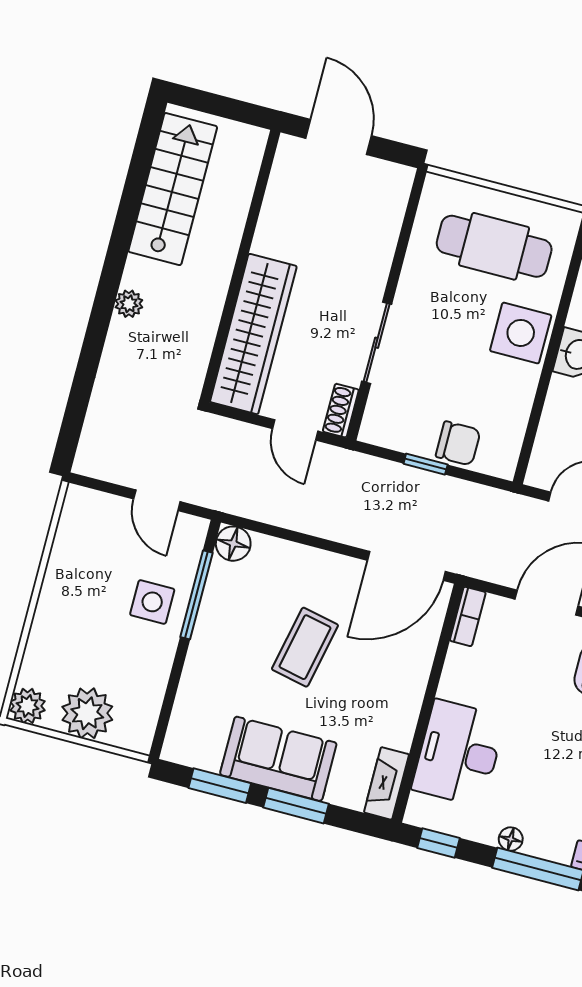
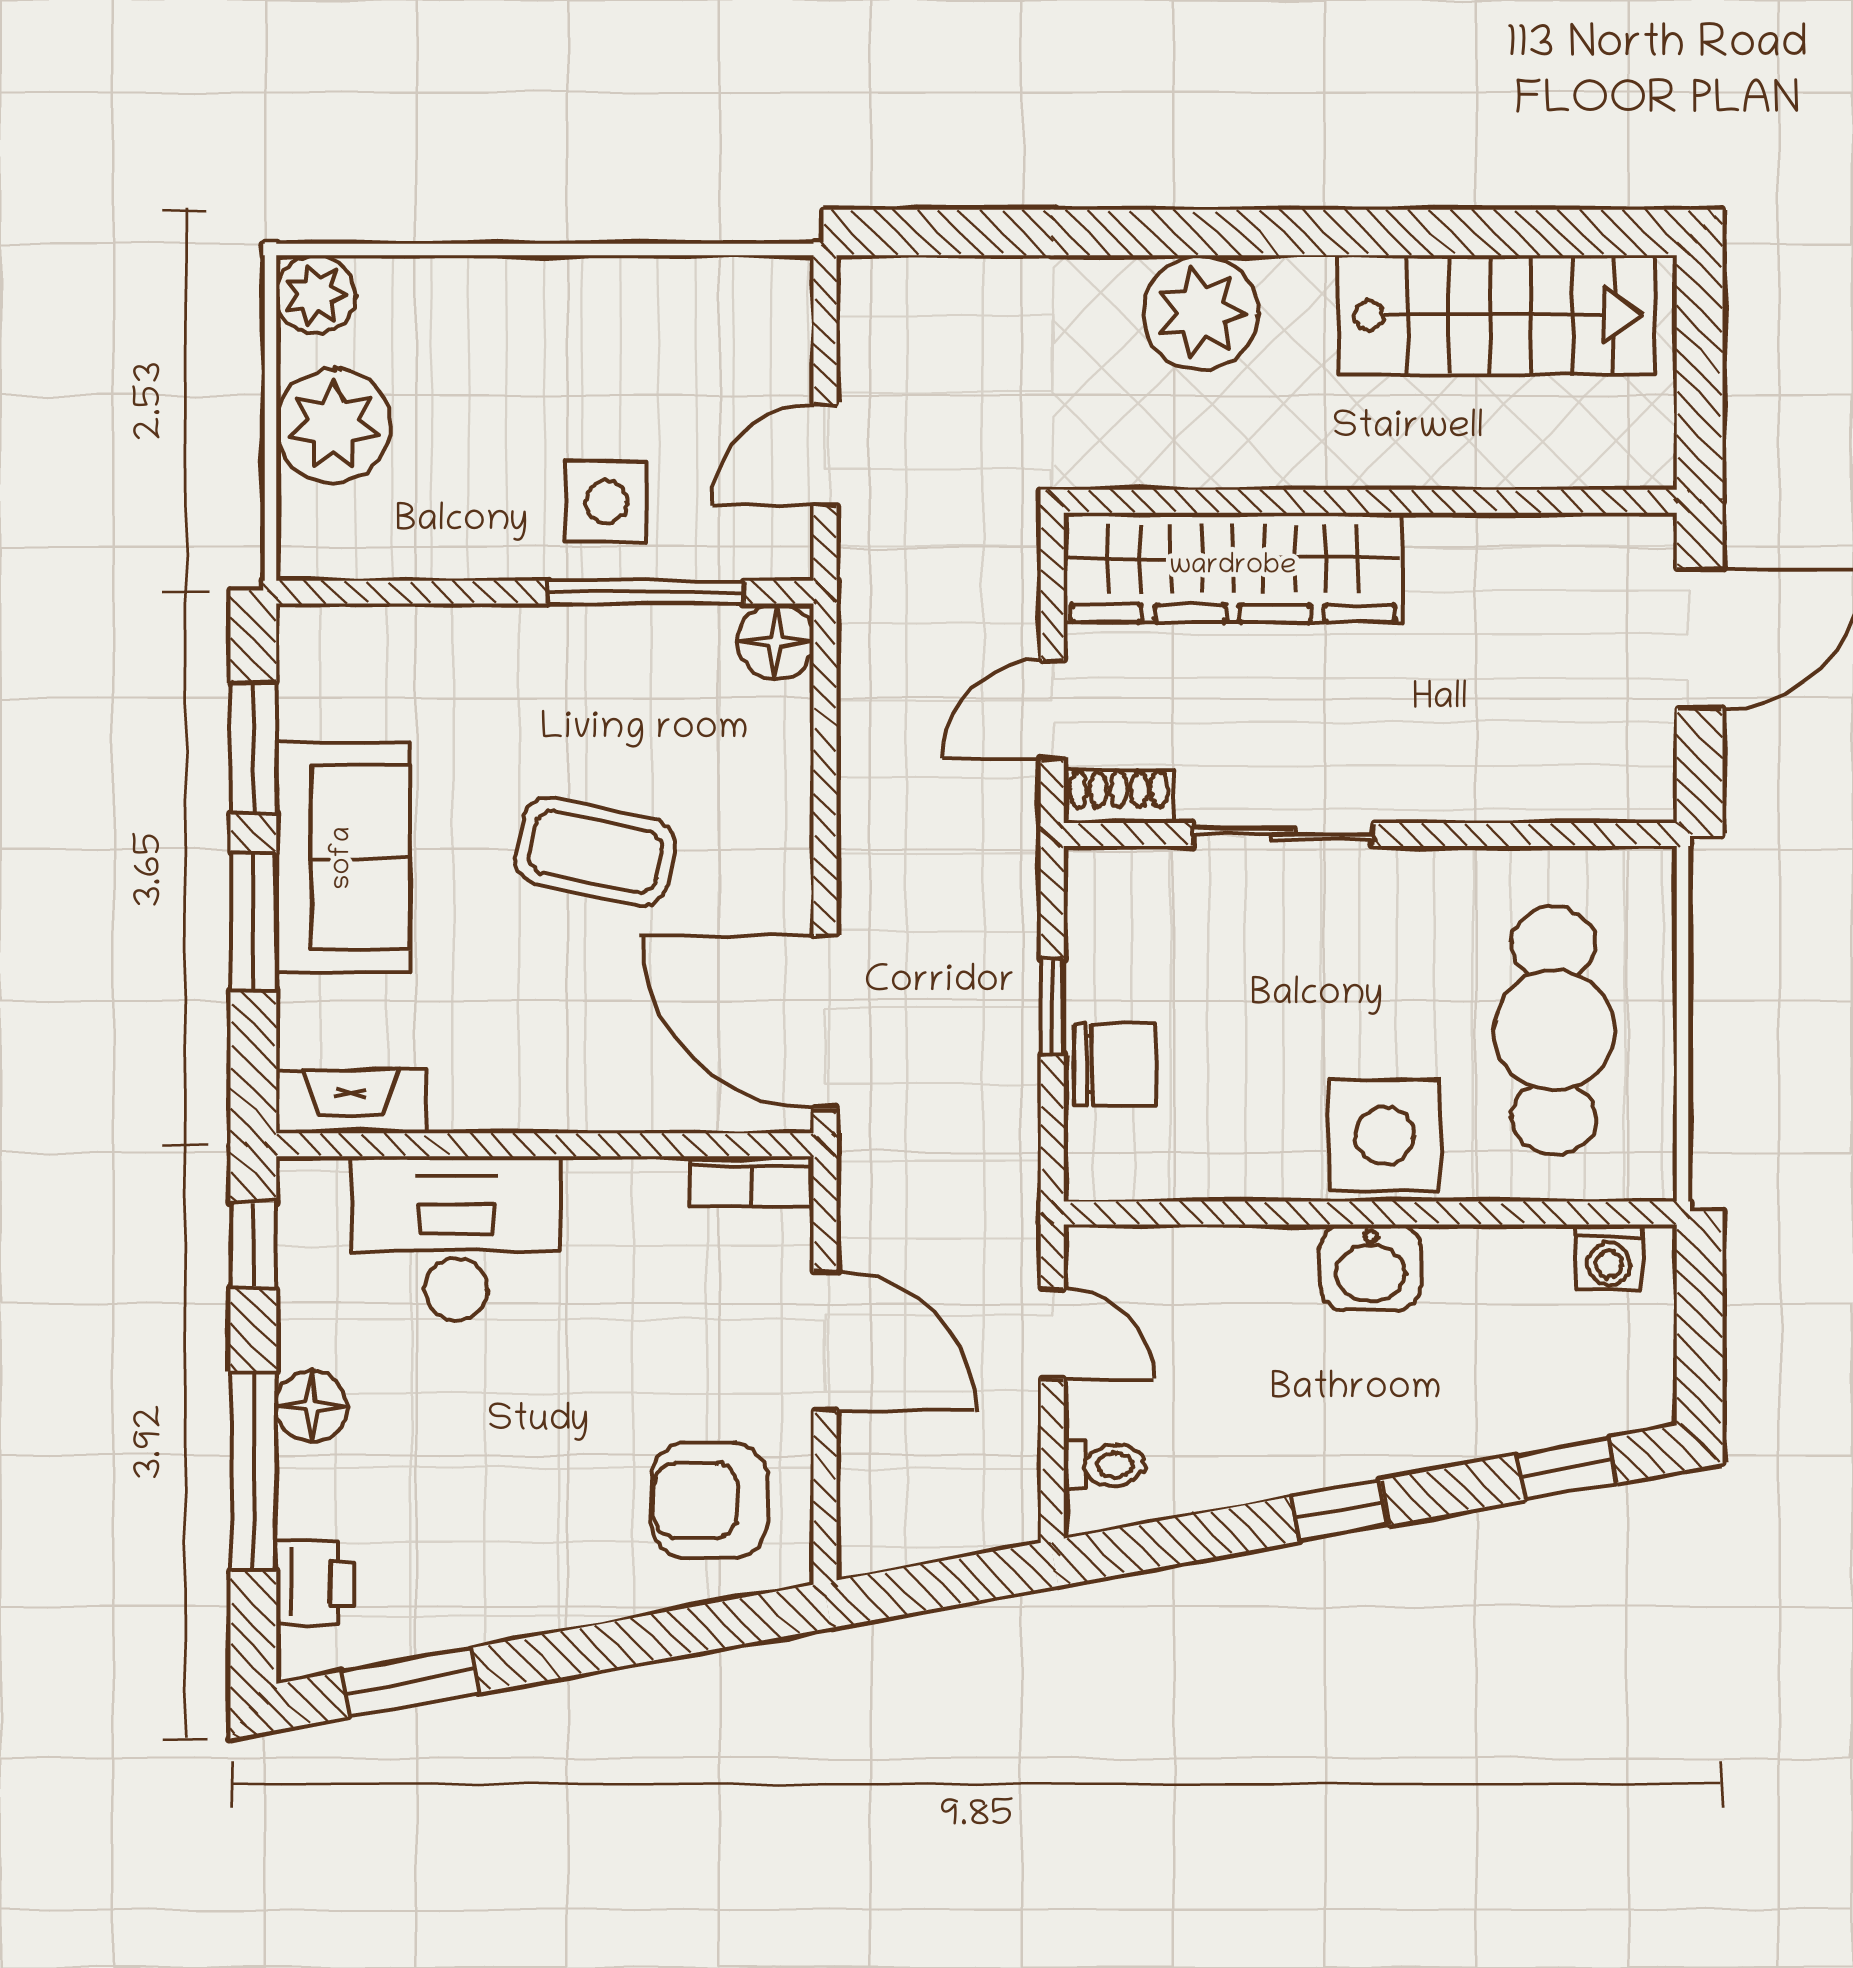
plant: (129, 304) -> (1201, 313), width x1.87, depth x1.87
chair: (458, 443) -> (1114, 1064), turned -90
floor lamp: (511, 839) -> (312, 1406), width x1.37, depth x1.37

